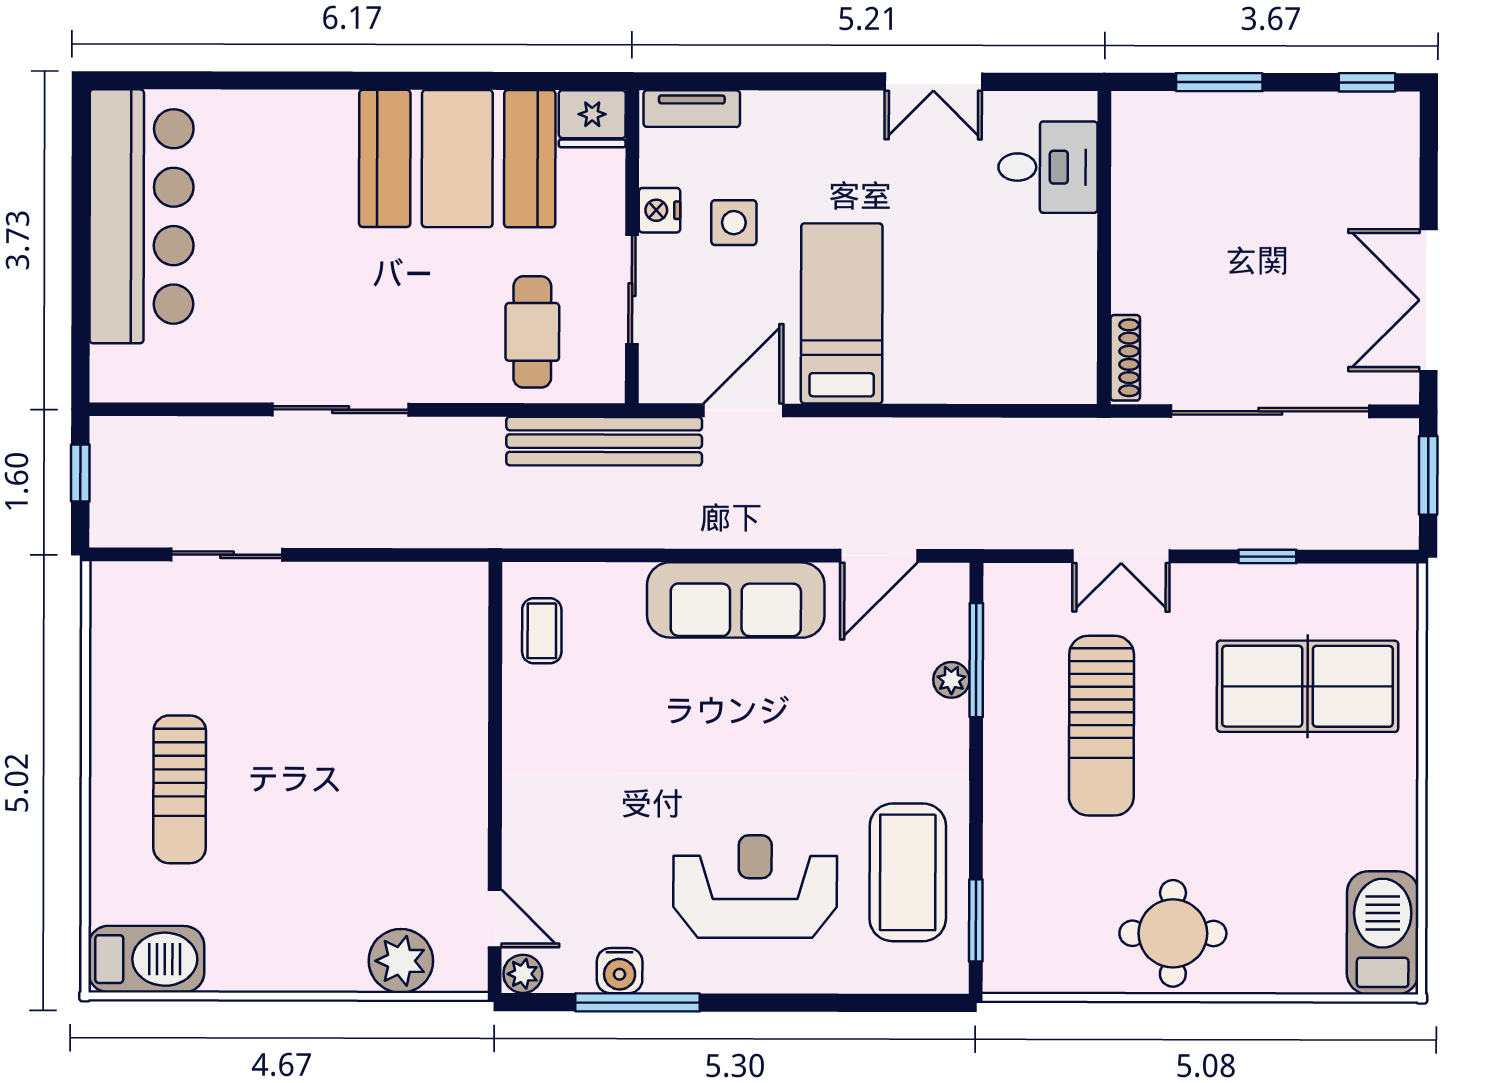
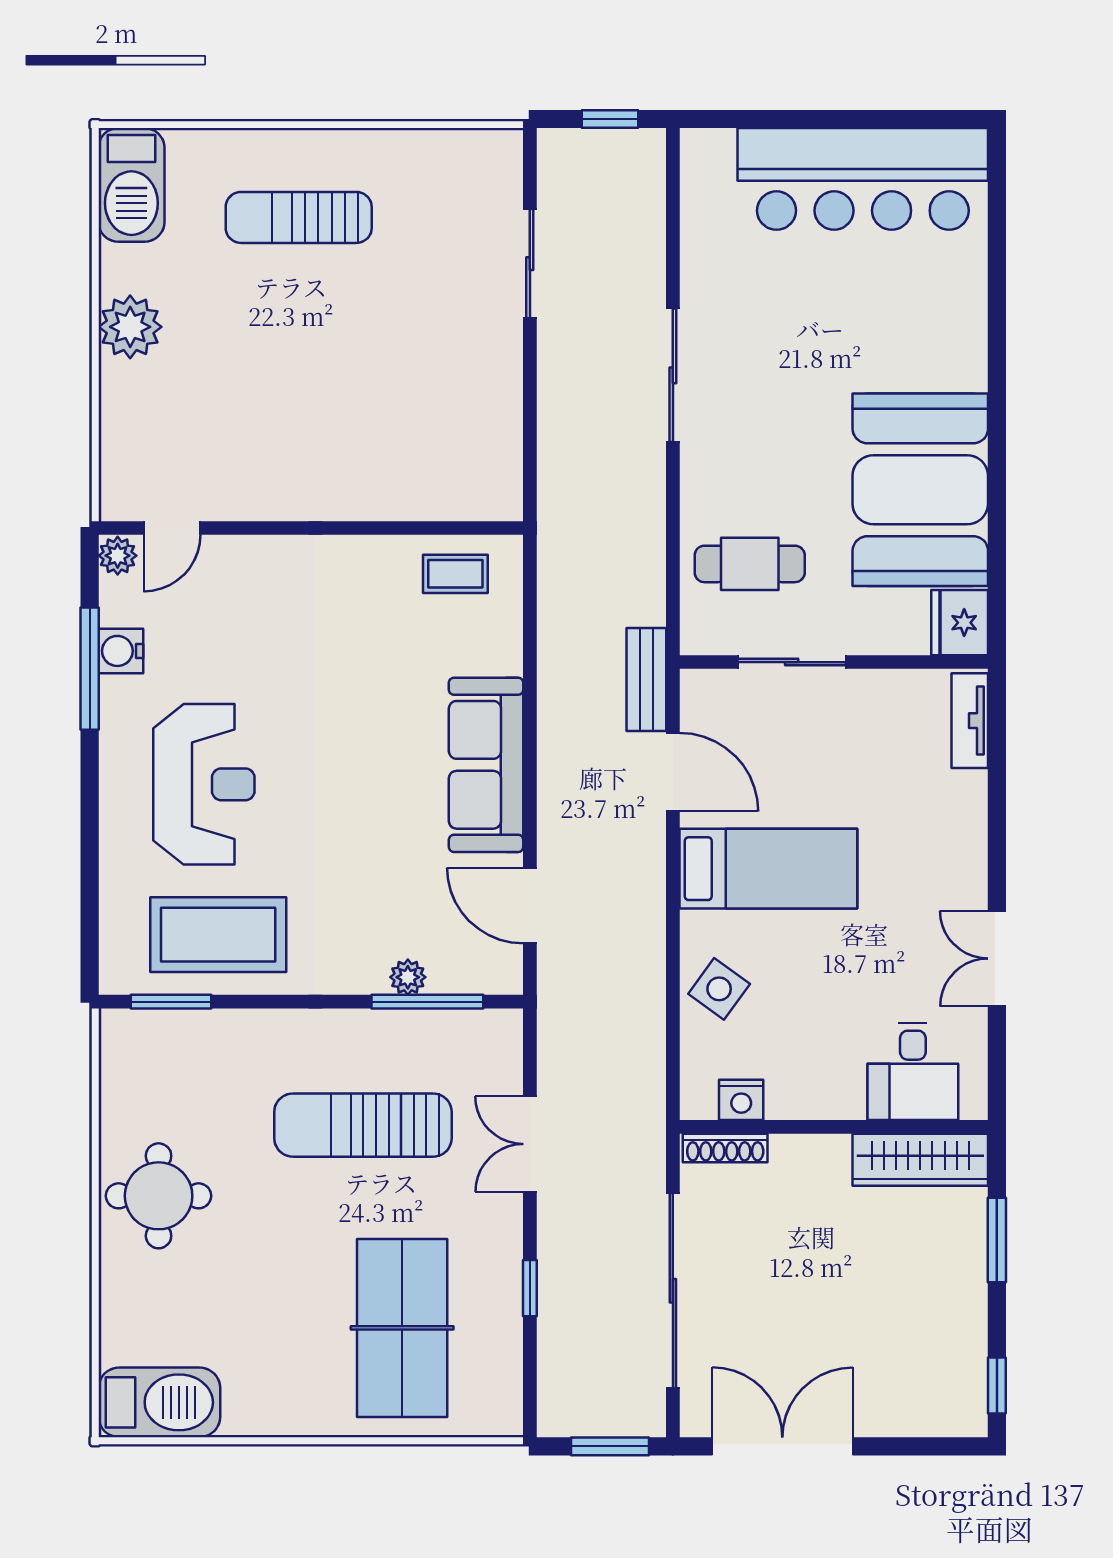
wardrobe: (1138, 160) -> (920, 1160), added
nightstand: (660, 210) -> (741, 1100), moved, turned 180
side table: (734, 223) -> (719, 989), moved, turned 36
bench: (604, 441) -> (646, 680), width x0.54, depth x0.82
plant: (401, 961) -> (130, 327), moved

